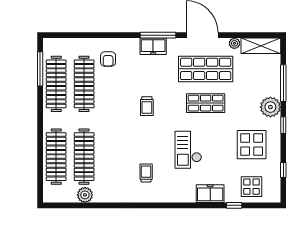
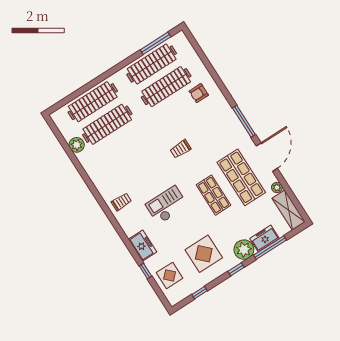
freezer: (153, 46) -> (264, 238), moved, turned 90
trolley: (146, 173) -> (121, 202), moved

